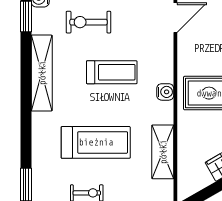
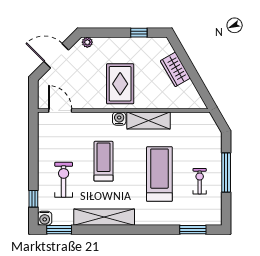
exercise bike: (88, 22) -> (64, 180), turned 180
shelving: (163, 152) -> (149, 121), moved

